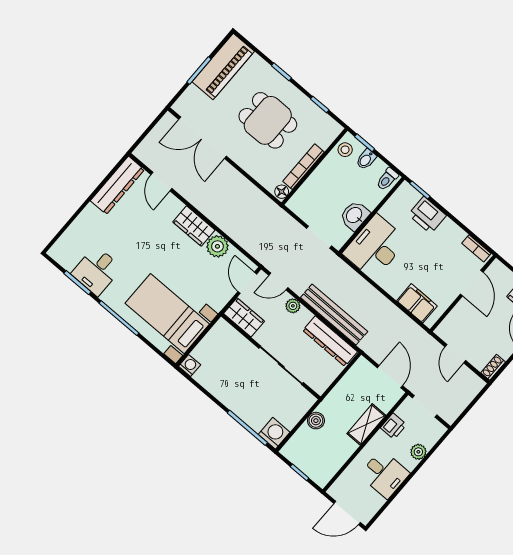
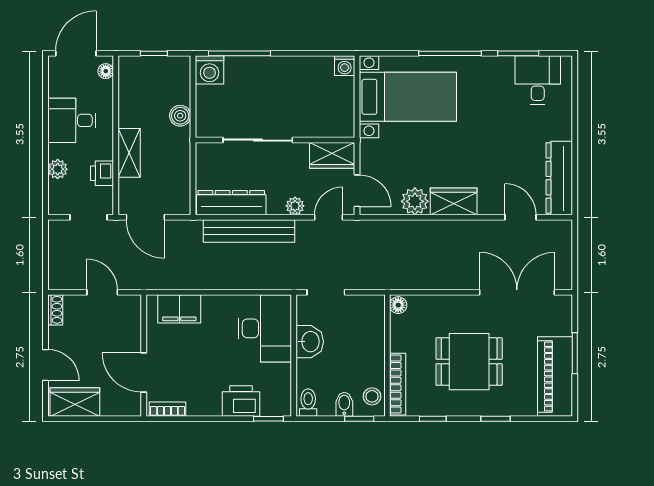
bookcase: (304, 167) -> (398, 384), moved
desk: (97, 271) -> (538, 80), moved
floor lamp: (338, 487) -> (106, 71), added

